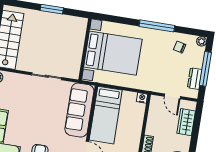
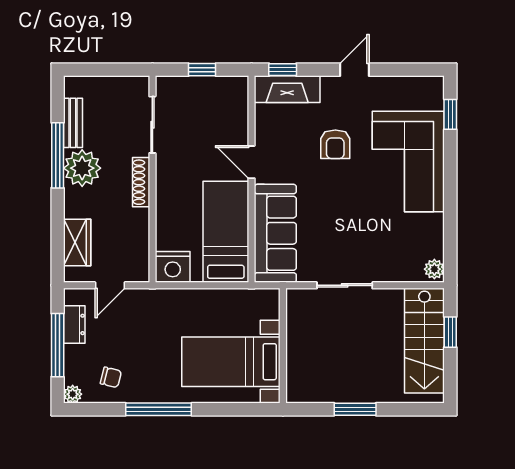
bed with nightstands: (113, 53) -> (231, 362), width x0.73
door: (172, 96) -> (110, 285), swing flipped
nightstand: (142, 98) -> (173, 267), width x1.89, depth x1.79

